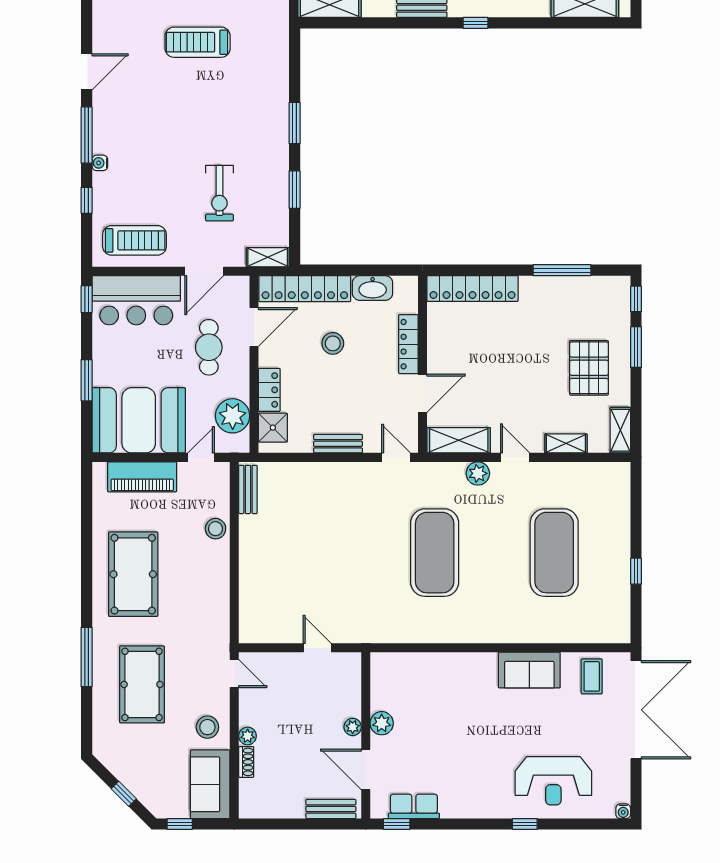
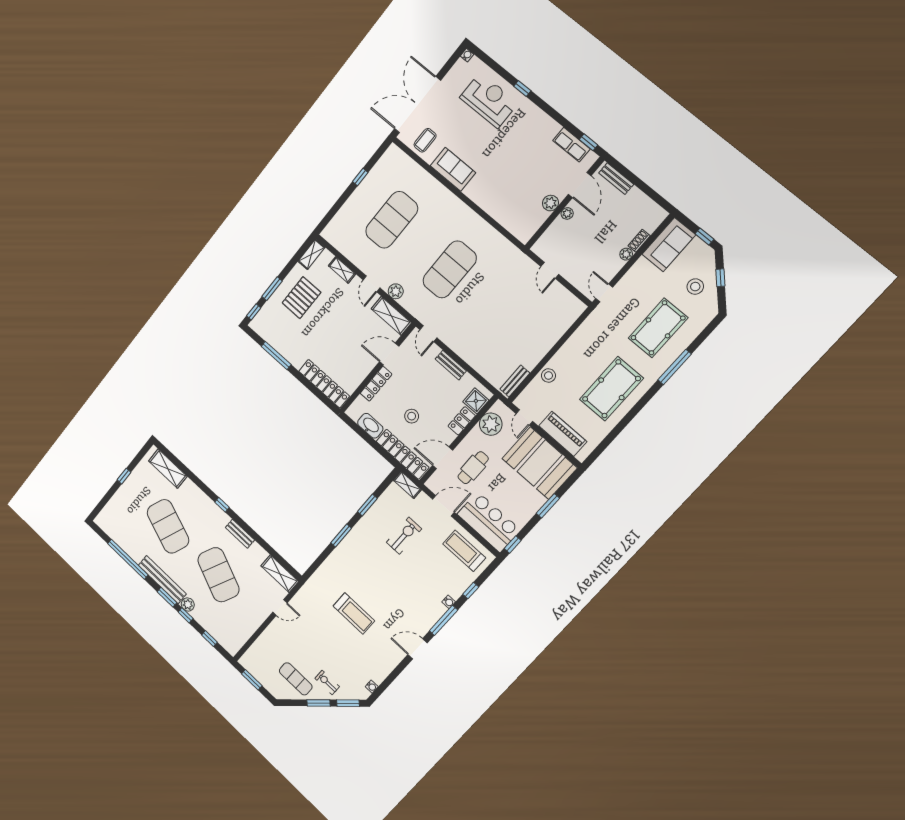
door: (201, 457) -> (524, 417), hinge flipped
stool: (207, 727) -> (695, 287), moved

